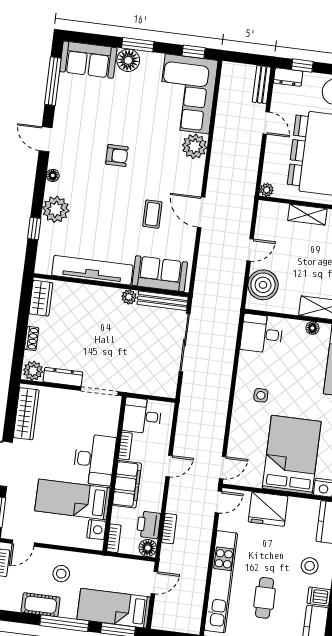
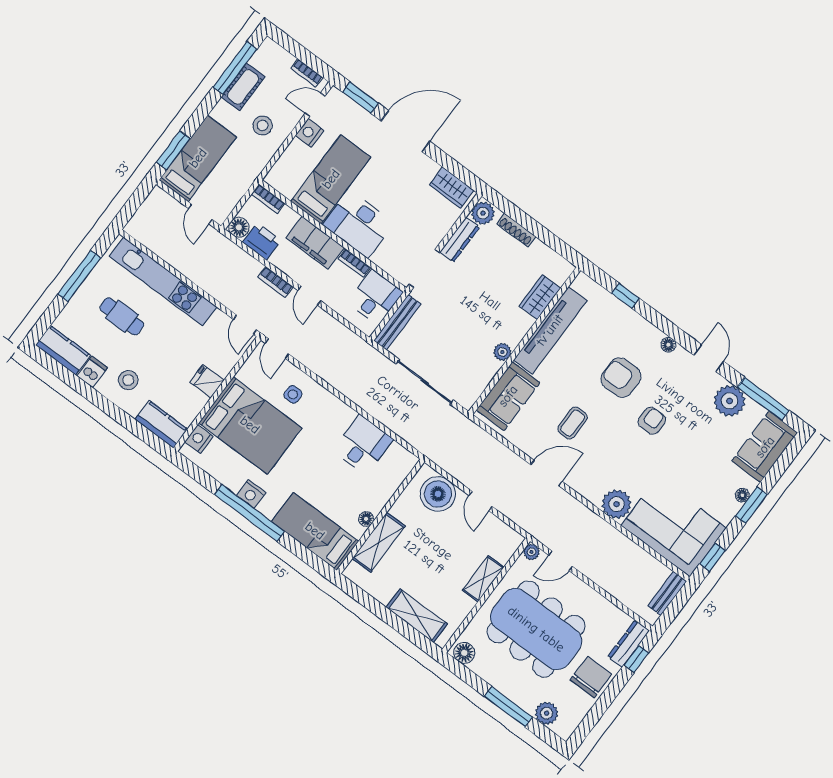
floor lamp: (128, 60) -> (742, 495), width x0.53, depth x0.53
dresser: (288, 77) -> (629, 644), width x1.44
bench: (262, 85) -> (667, 593), moved, turned 90
door: (266, 123) -> (561, 561), moved
door: (46, 139) -> (709, 358), hinge flipped
armchair: (117, 155) -> (652, 421), turned 180
armchair: (98, 197) -> (621, 378), added
plant: (56, 209) -> (730, 401), moved
coffee table: (152, 214) -> (573, 423), turned 90
wardrobe: (41, 298) -> (540, 297), moved, turned 90
bench: (163, 301) -> (397, 322), moved
desk: (262, 334) -> (363, 445), moved
shoe rack: (32, 339) -> (516, 230), width x1.43
side table: (261, 395) -> (293, 394), moved
wardrobe: (26, 414) -> (451, 188), width x0.67
fridge: (268, 509) -> (207, 381), width x0.53, depth x0.75
bookcase: (169, 529) -> (275, 282), moved
nightstand: (96, 530) -> (309, 133), moved, turned 90
door: (23, 543) -> (315, 105), hinge flipped
window: (64, 623) -> (235, 68), moved

